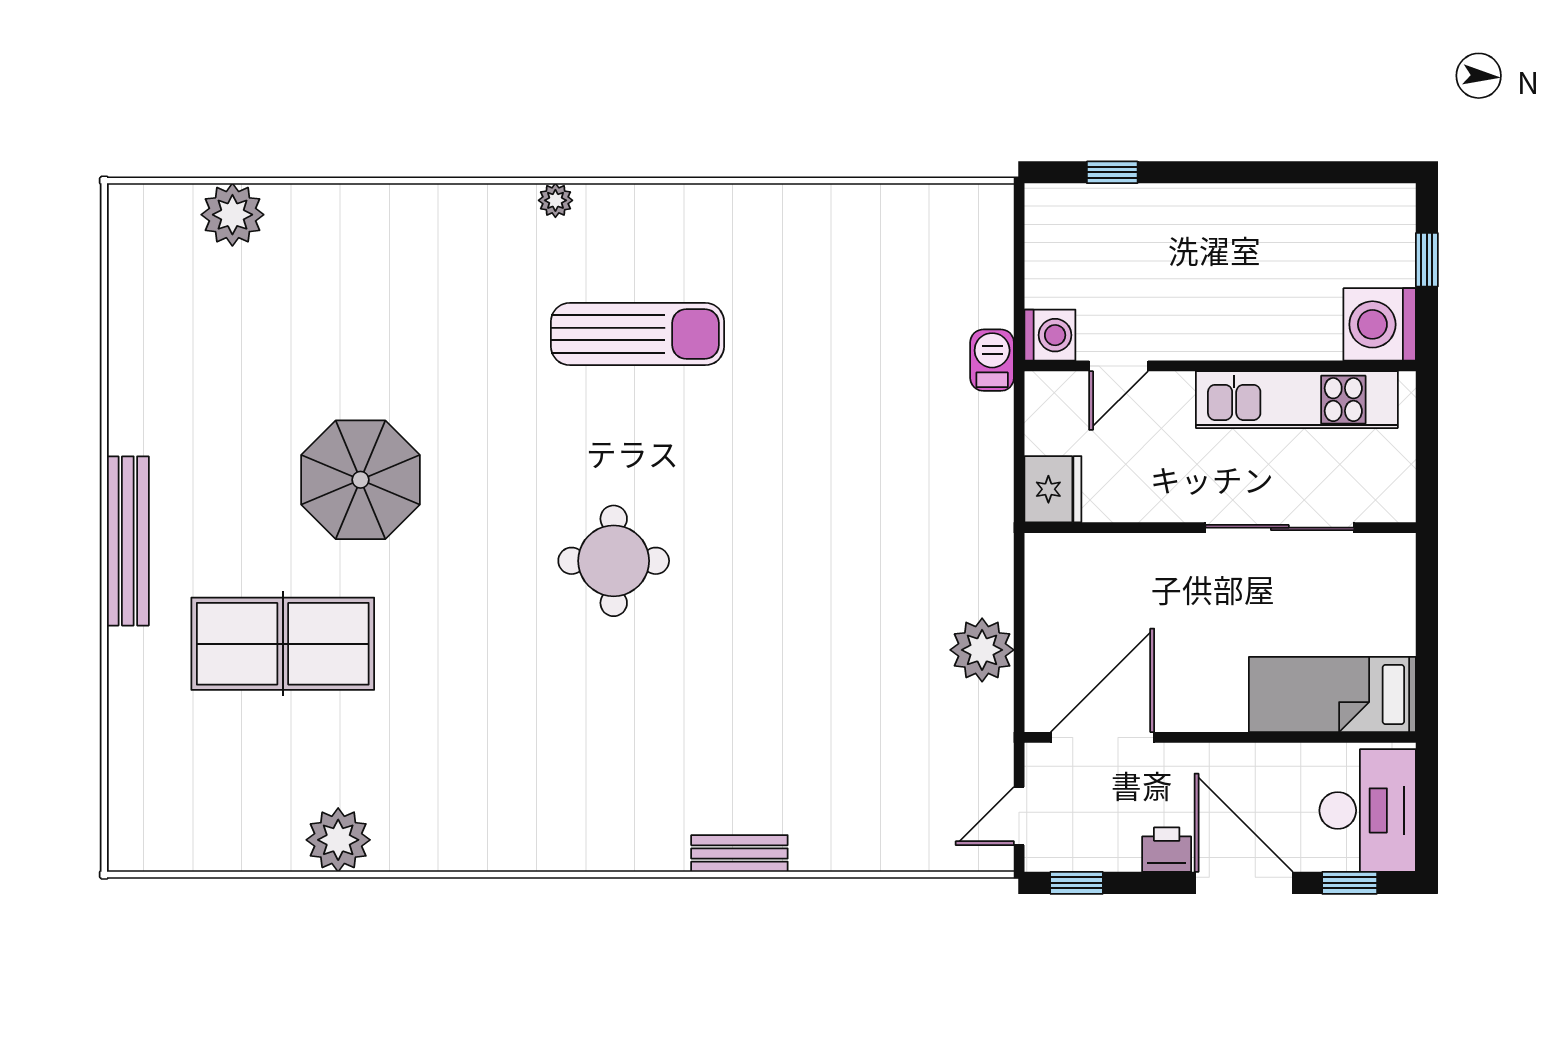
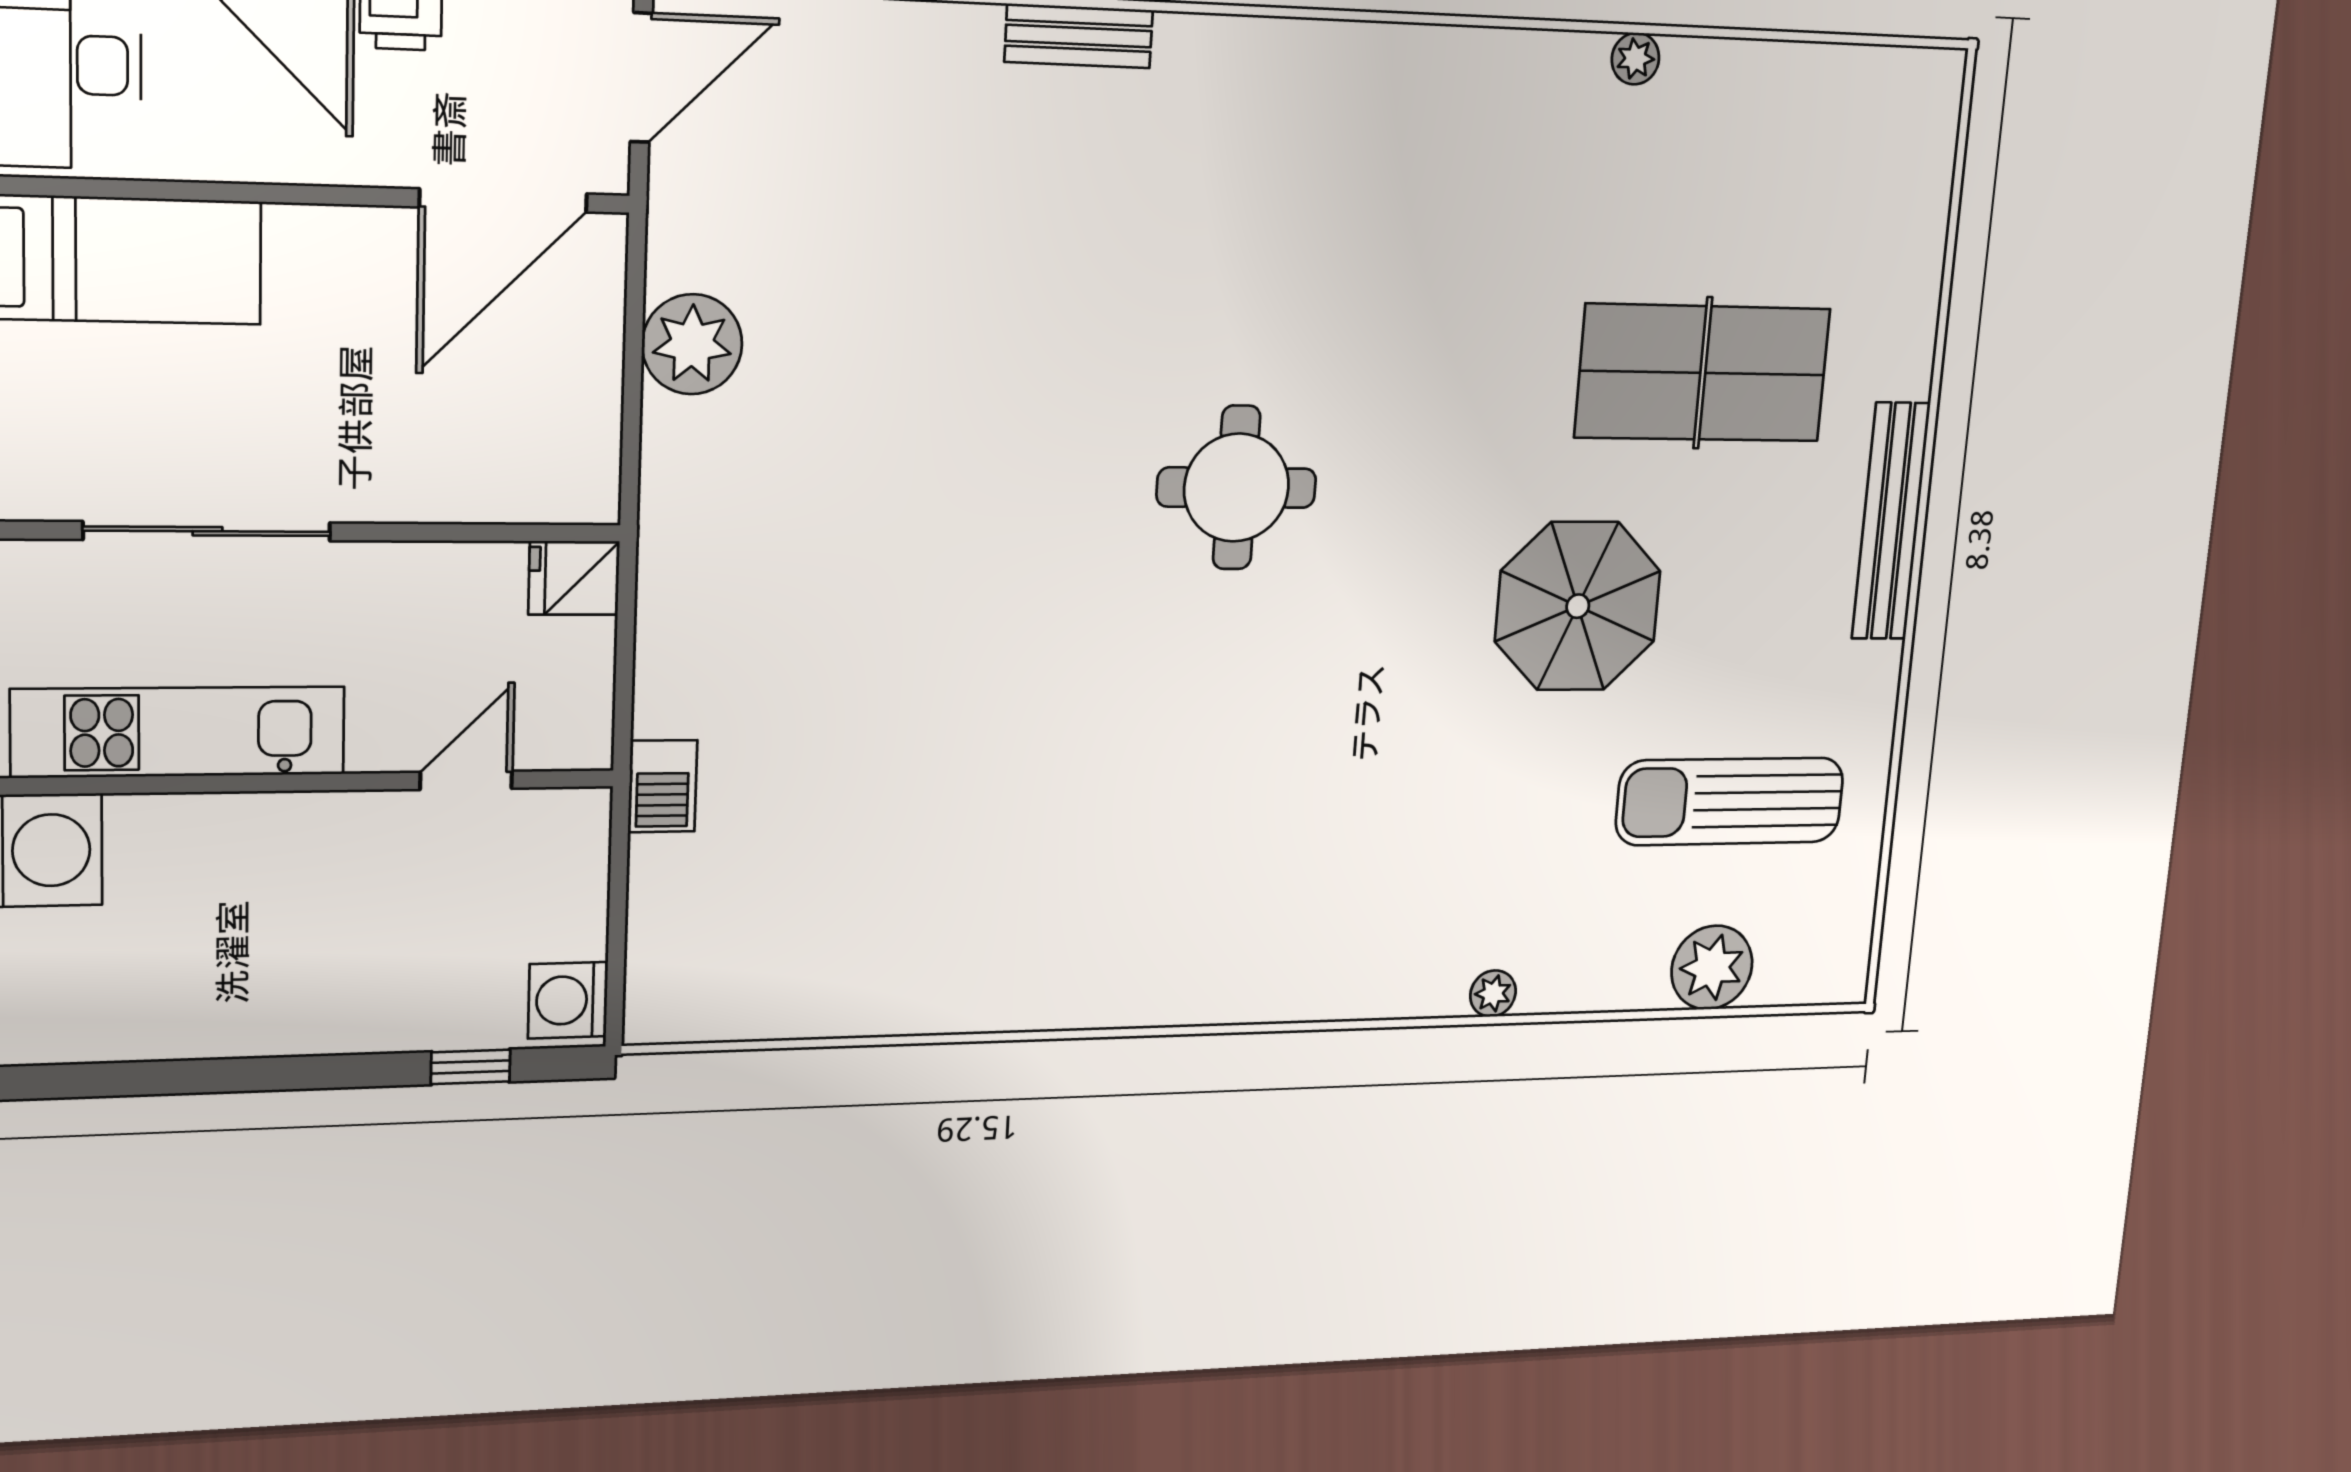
plant: (555, 200) -> (1493, 994), moved
sun lounger: (637, 334) -> (1730, 801), moved
washing machine: (1050, 335) -> (568, 1000), moved
fridge: (1053, 489) -> (574, 578), width x0.72
door: (1019, 816) -> (641, 78), width x1.38
plant: (338, 840) -> (1635, 59), width x0.53, depth x0.53

